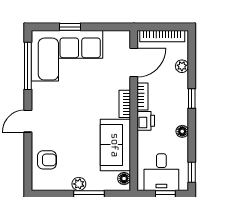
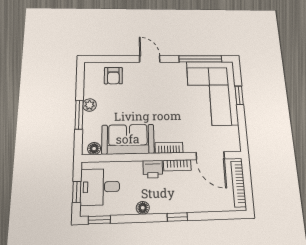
plant: (182, 66) -> (210, 205), removed

